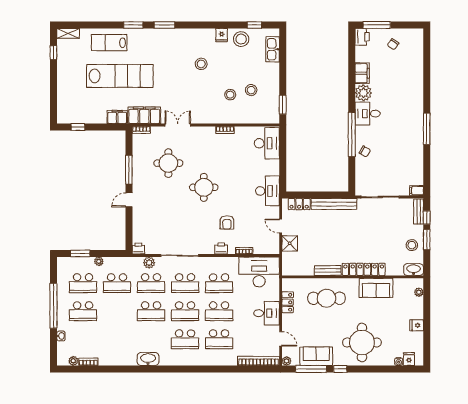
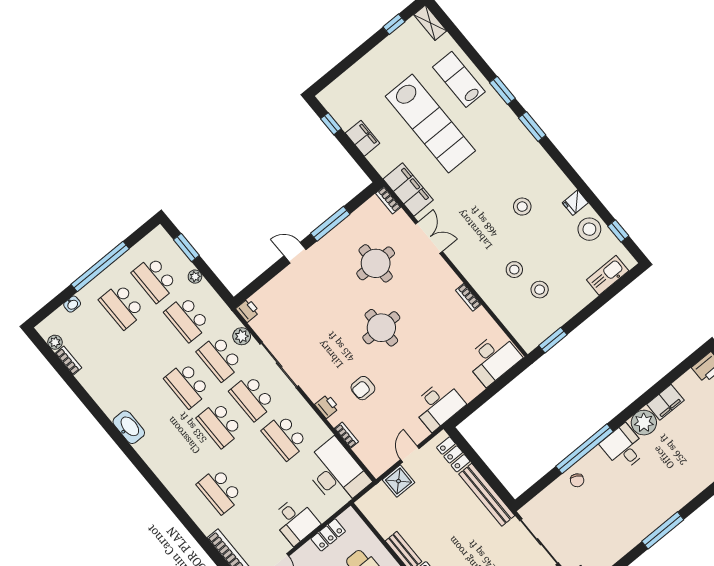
filing cabinet: (117, 117) -> (363, 138), moved
school desk: (219, 311) -> (252, 464), removed
school desk: (185, 339) -> (187, 451), removed

